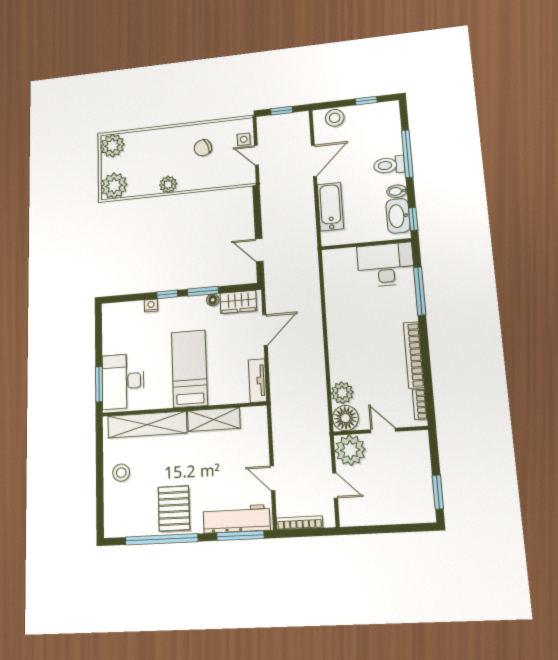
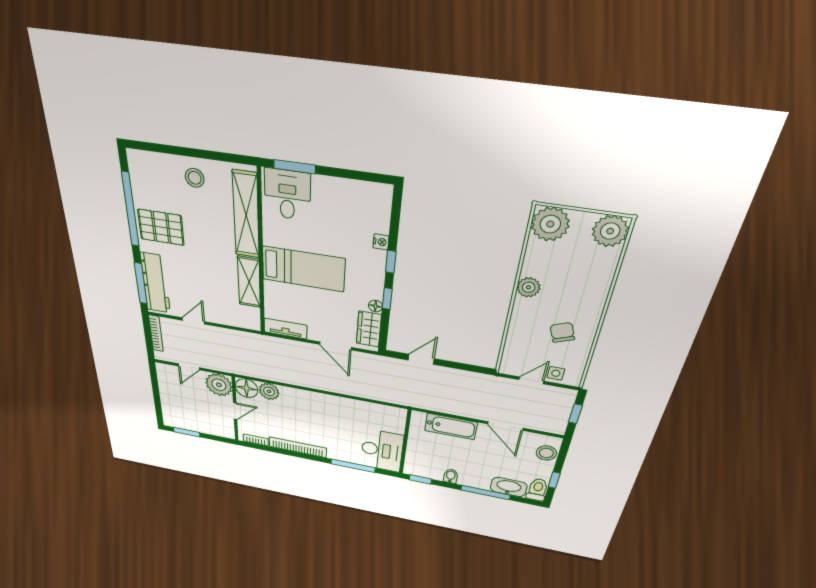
toilet: (389, 165) -> (537, 490), moved
washbasin: (398, 216) -> (509, 487), moved
window: (203, 291) -> (387, 299), width x0.67
desk: (123, 381) -> (287, 195), width x0.73

